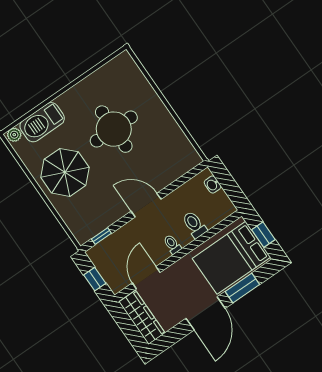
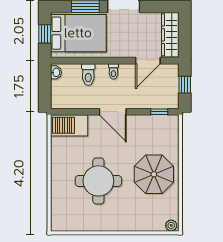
barbecue: (42, 122) -> (69, 125), moved, turned 180
washbasin: (213, 185) -> (56, 72), moved

